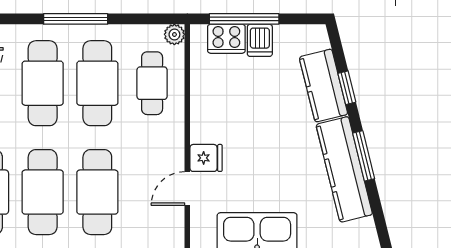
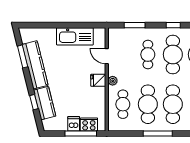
plant: (174, 34) -> (113, 81), moved
window: (364, 156) -> (23, 56), moved
fridge: (206, 158) -> (98, 80), moved
door: (187, 188) -> (107, 56), swing flipped
cafe table: (97, 192) -> (148, 54), width x0.73, depth x0.74

